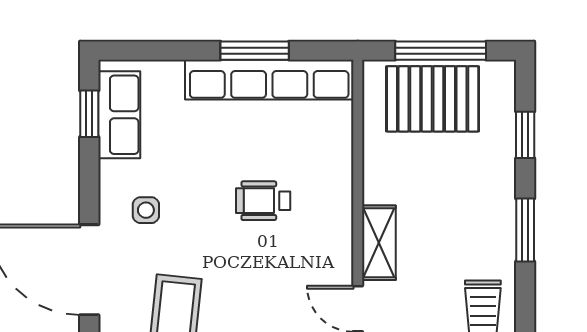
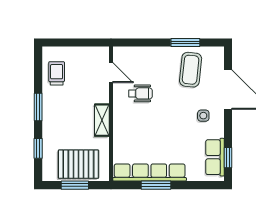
window: (441, 51) -> (75, 185), width x0.69
wheelchair: (263, 201) -> (140, 93), moved
shelving: (379, 243) -> (102, 120), moved

